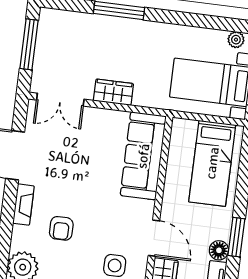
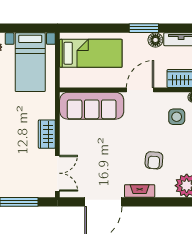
armchair: (61, 228) -> (154, 160), turned 94
door: (154, 238) -> (140, 90), moved

